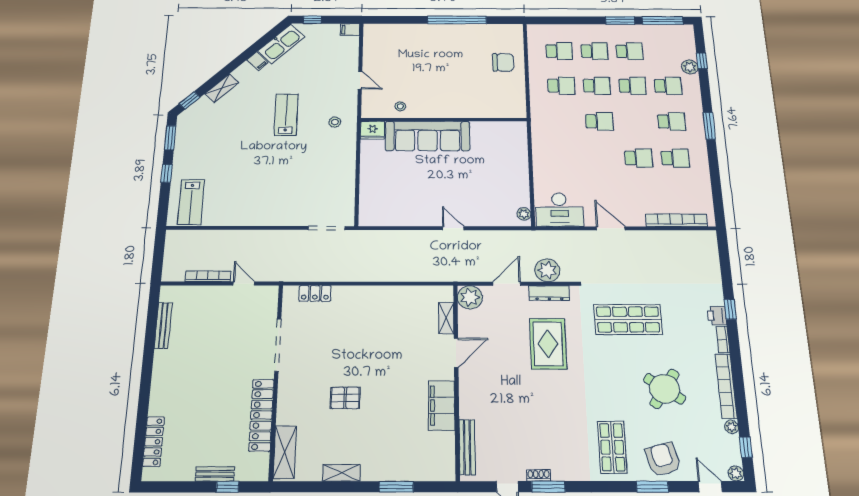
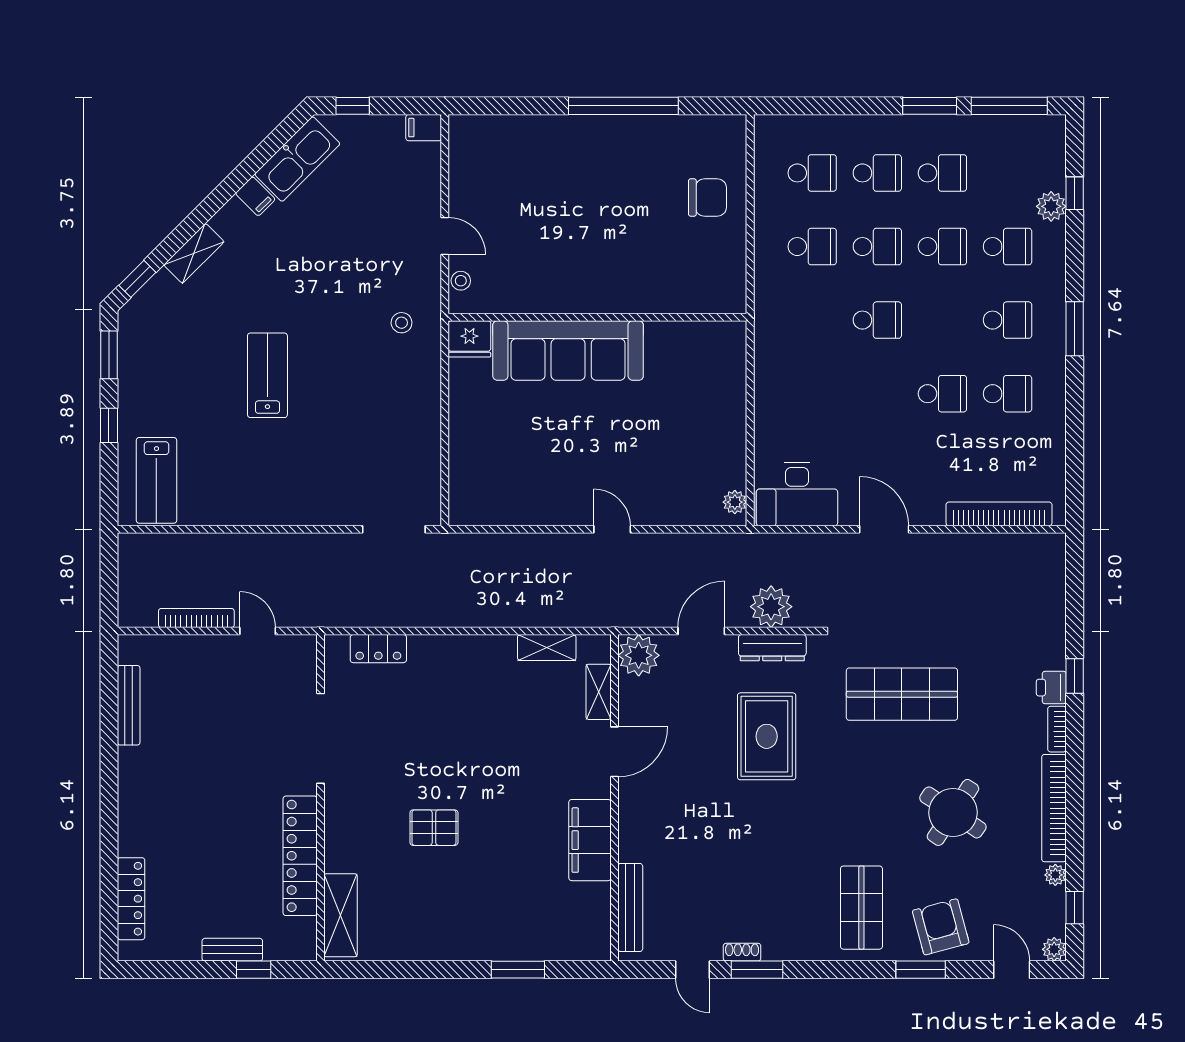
stool: (400, 106) -> (461, 281), moved
lab bench: (286, 115) -> (267, 375), moved
shelving: (341, 473) -> (547, 648), moved

